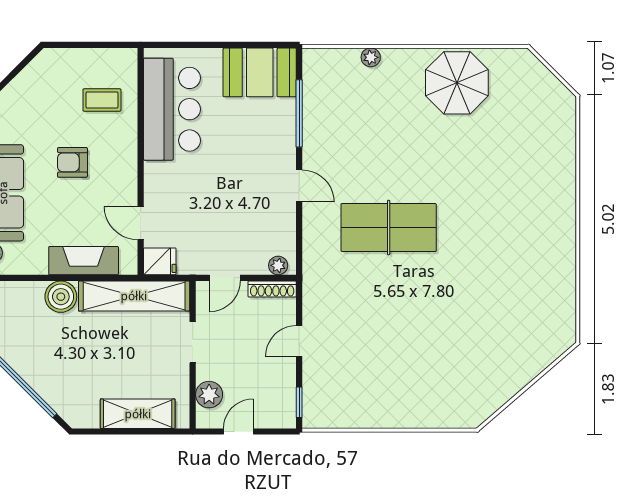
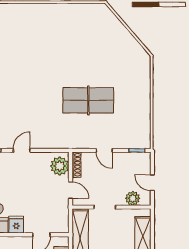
table tennis table: (389, 228) -> (88, 100), moved, turned 90
fridge: (160, 261) -> (16, 225), moved
plant: (278, 265) -> (60, 166), width x1.87, depth x1.87

